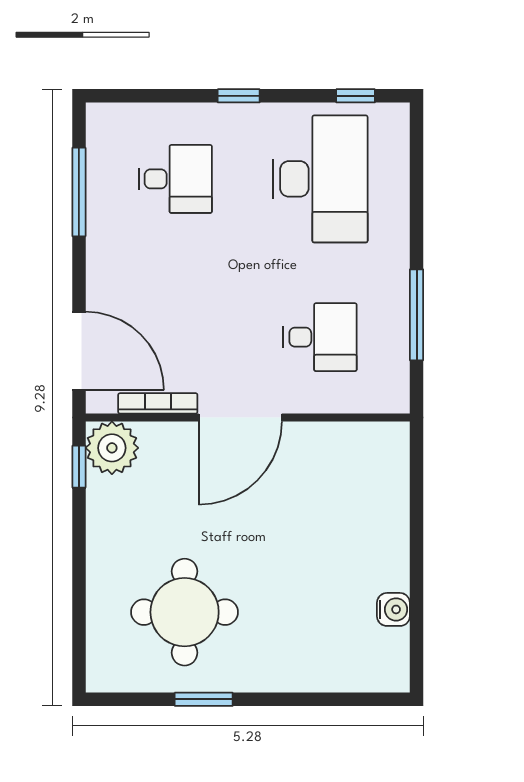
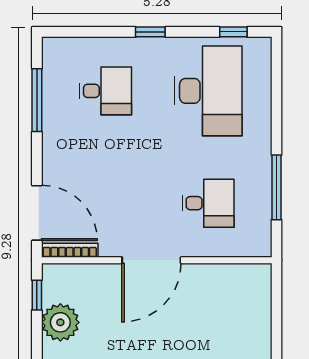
bookcase: (158, 403) -> (70, 250), moved
plant: (112, 448) -> (60, 322), moved

